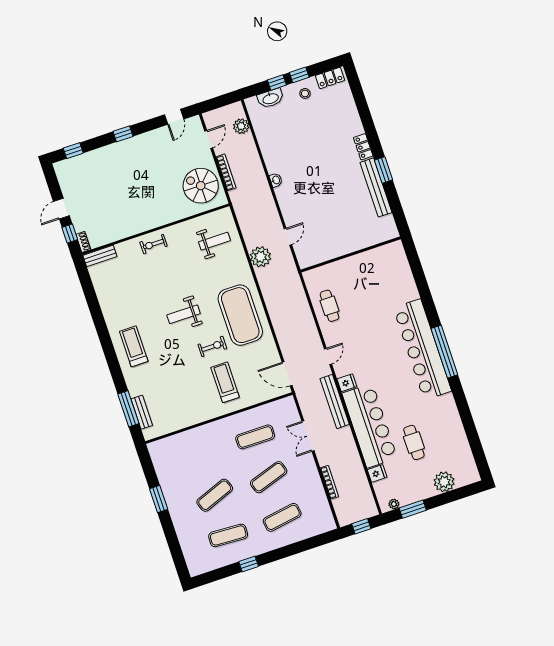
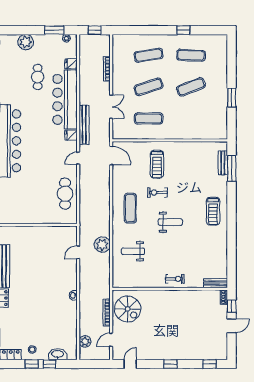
weight bench: (214, 241) -> (133, 251), moved
cafe table: (329, 306) -> (65, 194), width x1.37, depth x1.35
exercise mat: (240, 315) -> (130, 208), width x0.50, depth x0.69

